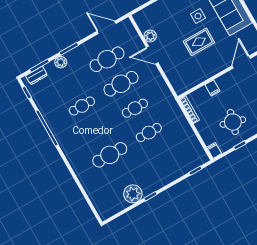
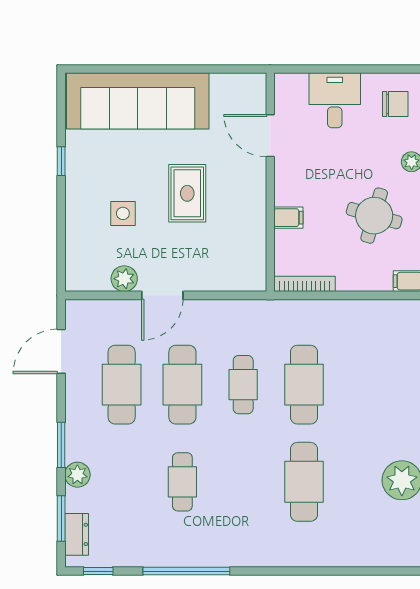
side table: (198, 16) -> (123, 213), moved
cafe table: (149, 133) -> (304, 385), width x1.37, depth x1.35

